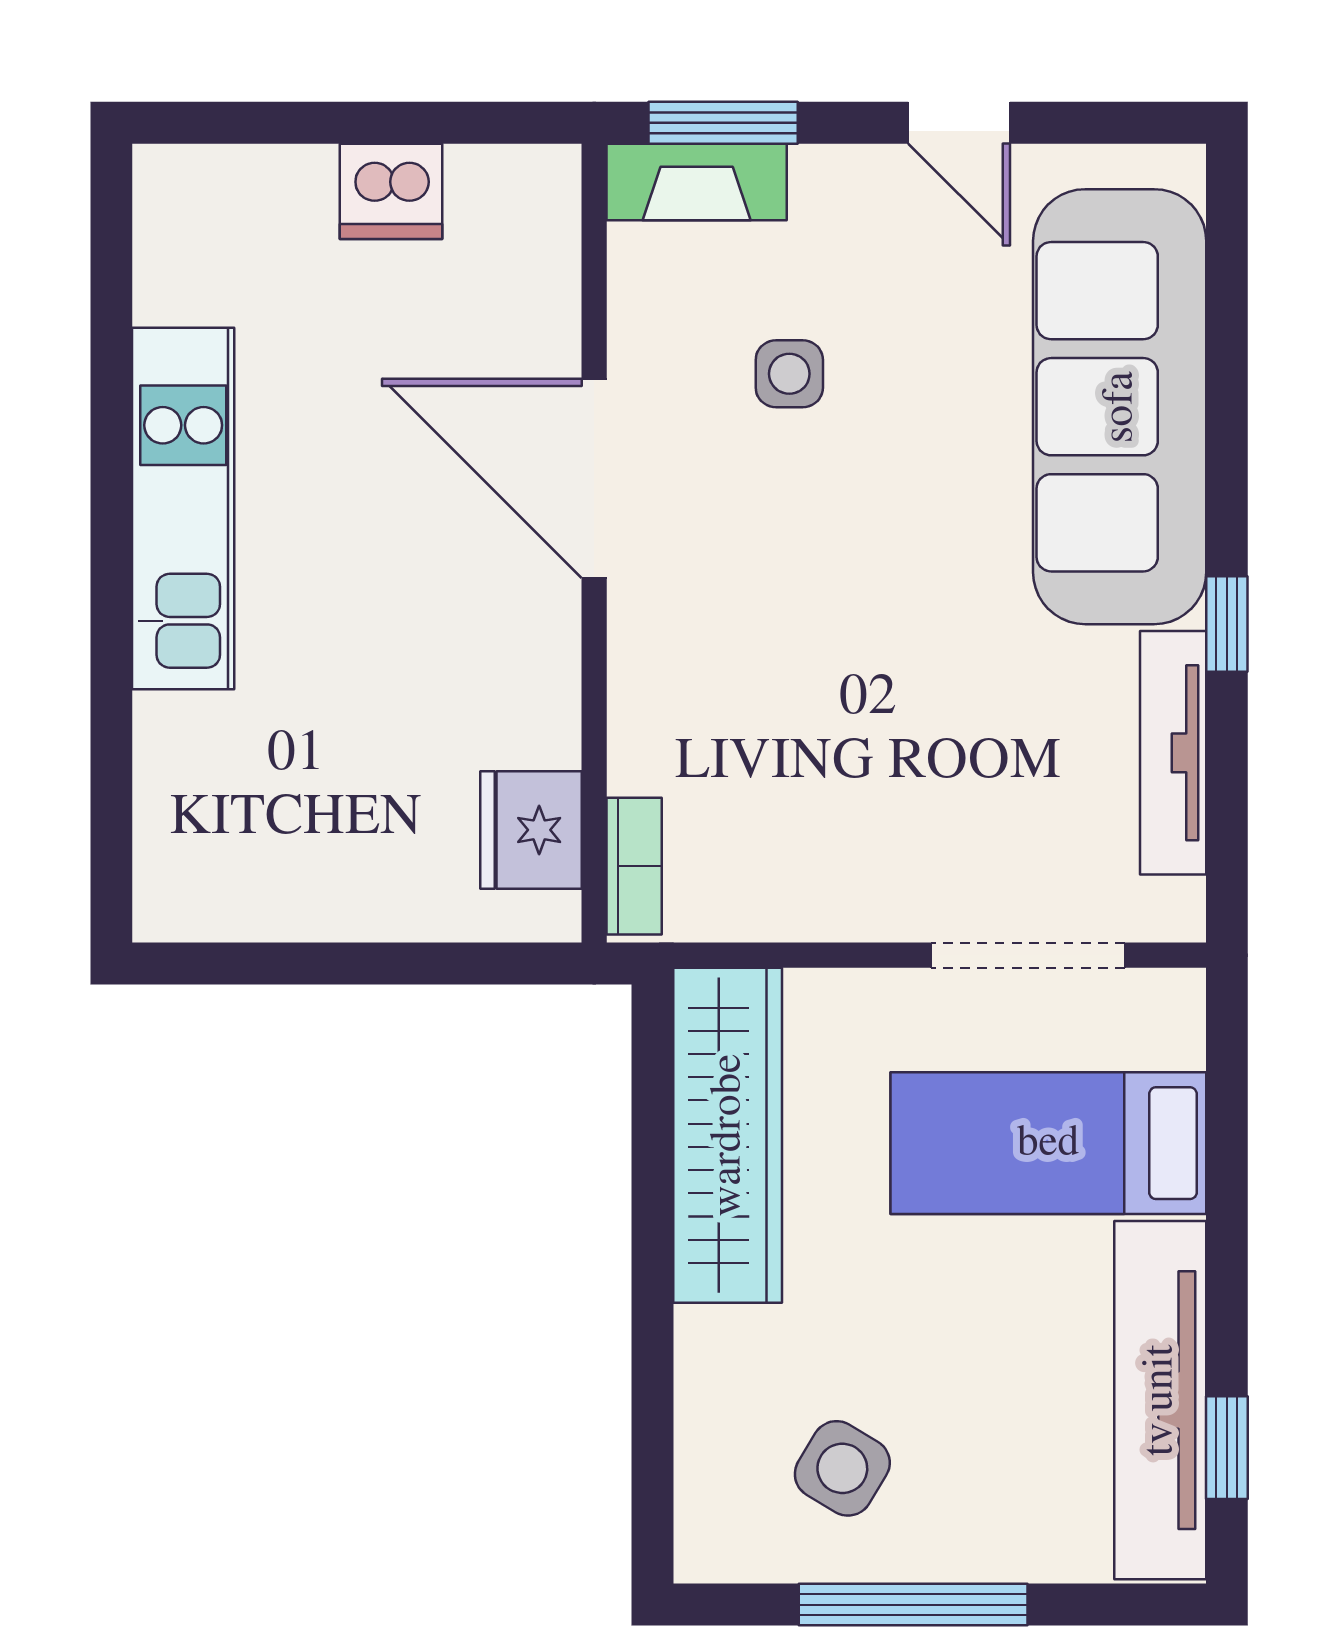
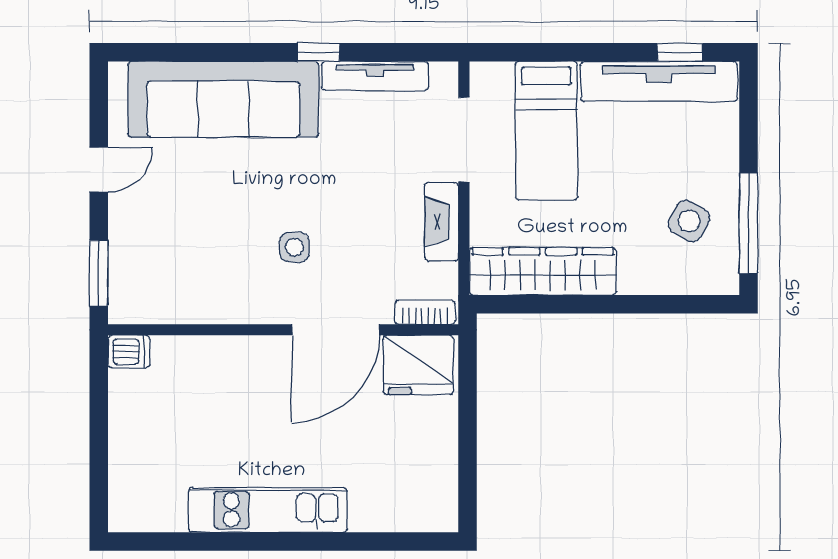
fireplace: (697, 182) -> (442, 222), moved, turned 180
dishwasher: (391, 191) -> (129, 352), moved, width x0.73
side table: (789, 374) -> (295, 247), moved
door: (594, 478) -> (336, 330), moved
fridge: (531, 830) -> (418, 365), width x1.36, depth x1.34
window: (913, 1605) -> (749, 223), moved

